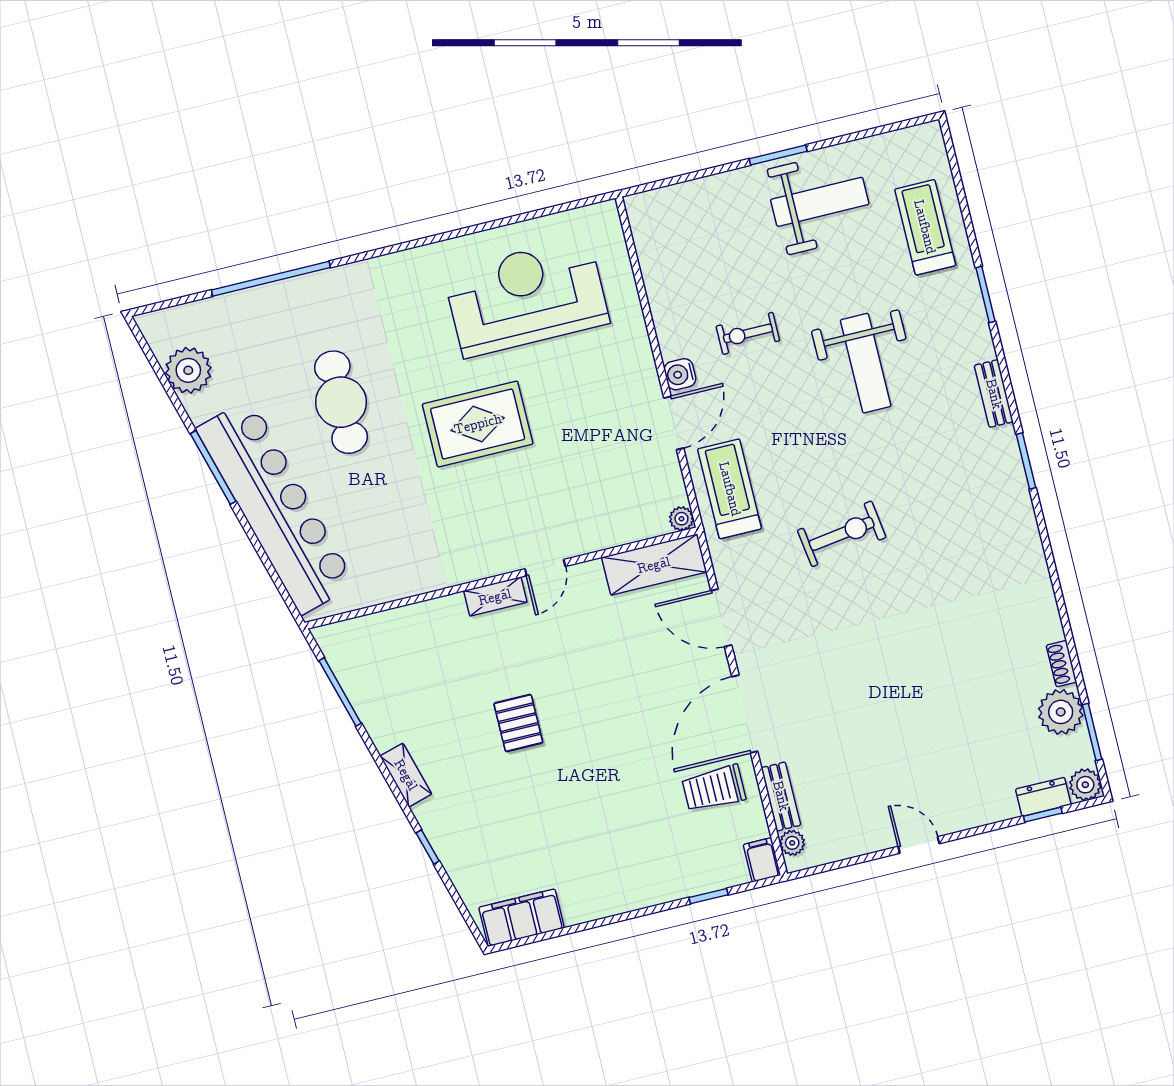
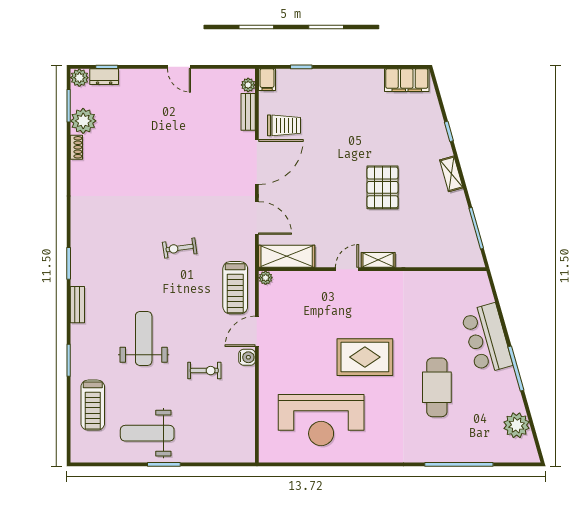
bar counter: (276, 506) -> (487, 339), width x0.54
exercise bike: (842, 534) -> (180, 248), width x0.73, depth x0.72
pallet: (518, 723) -> (382, 187), width x1.50, depth x1.42

